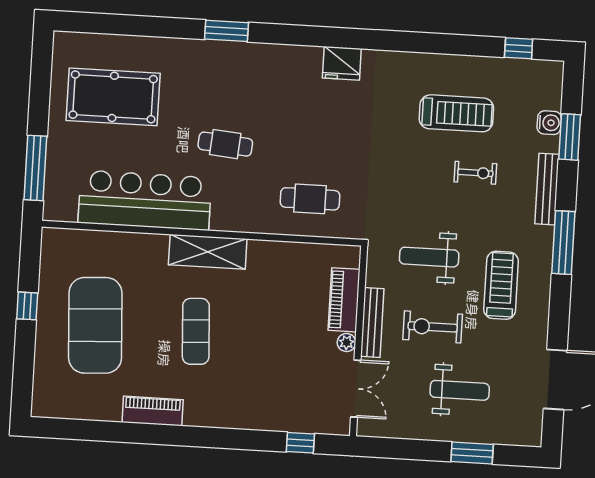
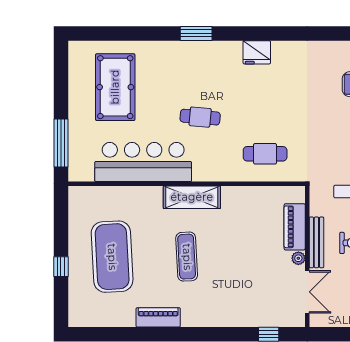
fridge: (342, 63) -> (257, 52), moved
pool table: (113, 97) -> (115, 87), turned 90
window: (27, 306) -> (61, 267), moved

